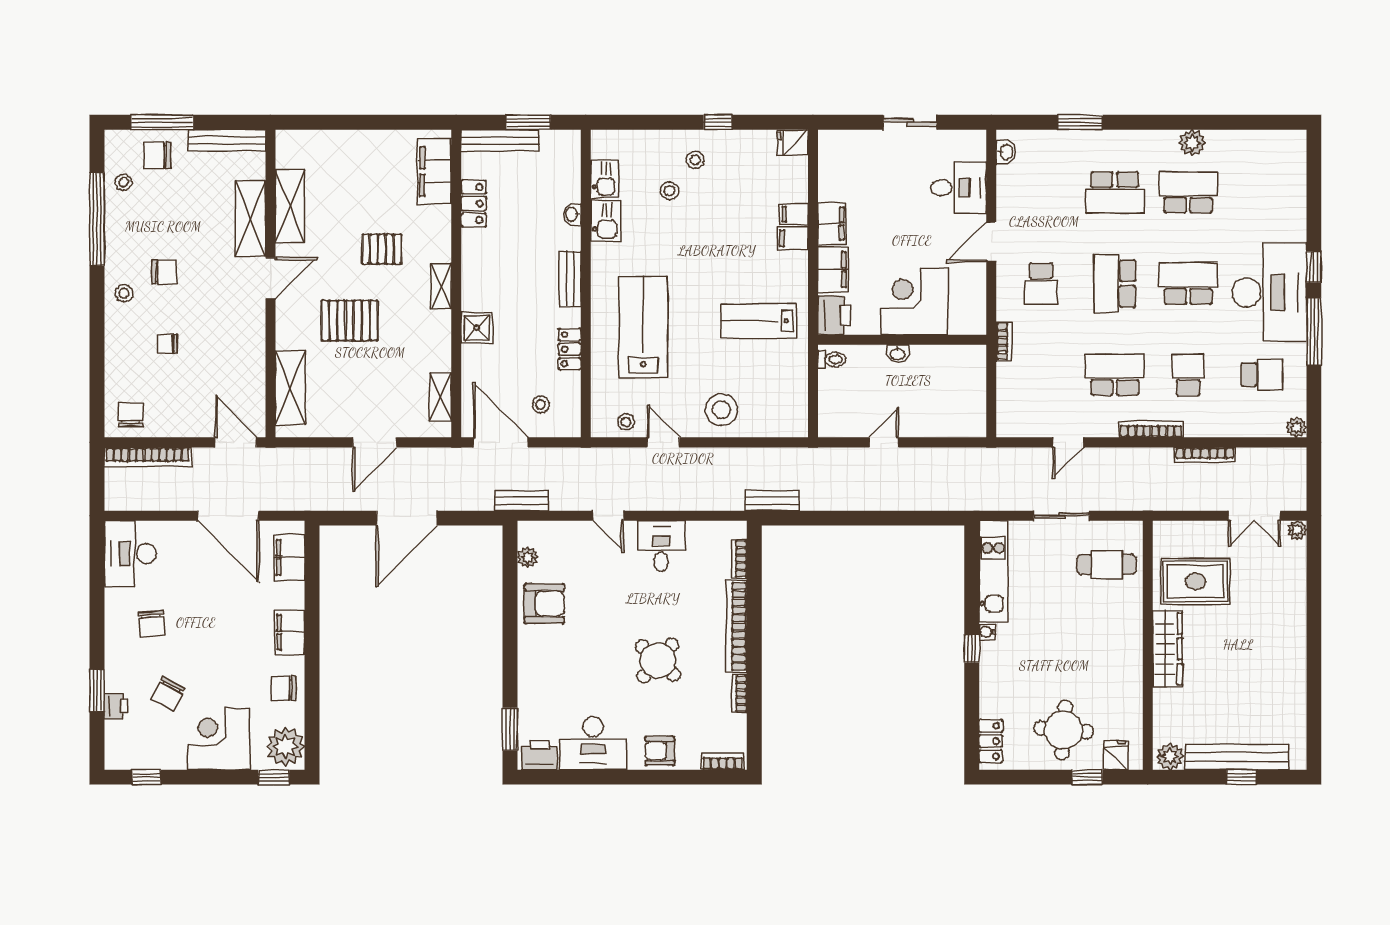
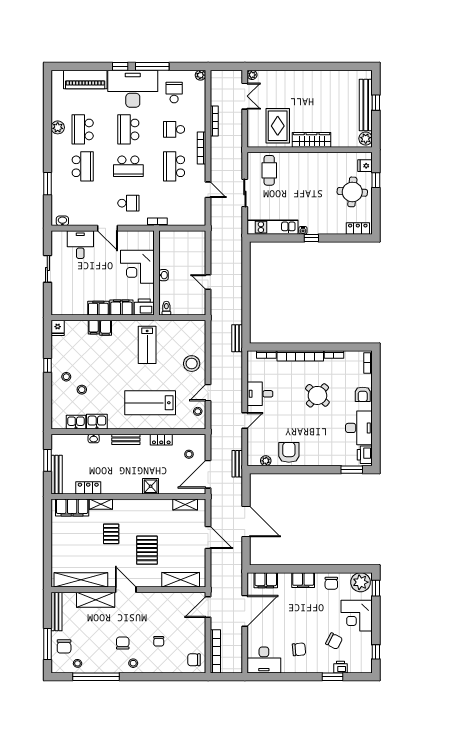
piano: (1288, 198) -> (85, 79), added
shelving: (290, 206) -> (81, 580), width x1.47
shelving: (441, 286) -> (101, 504), moved

